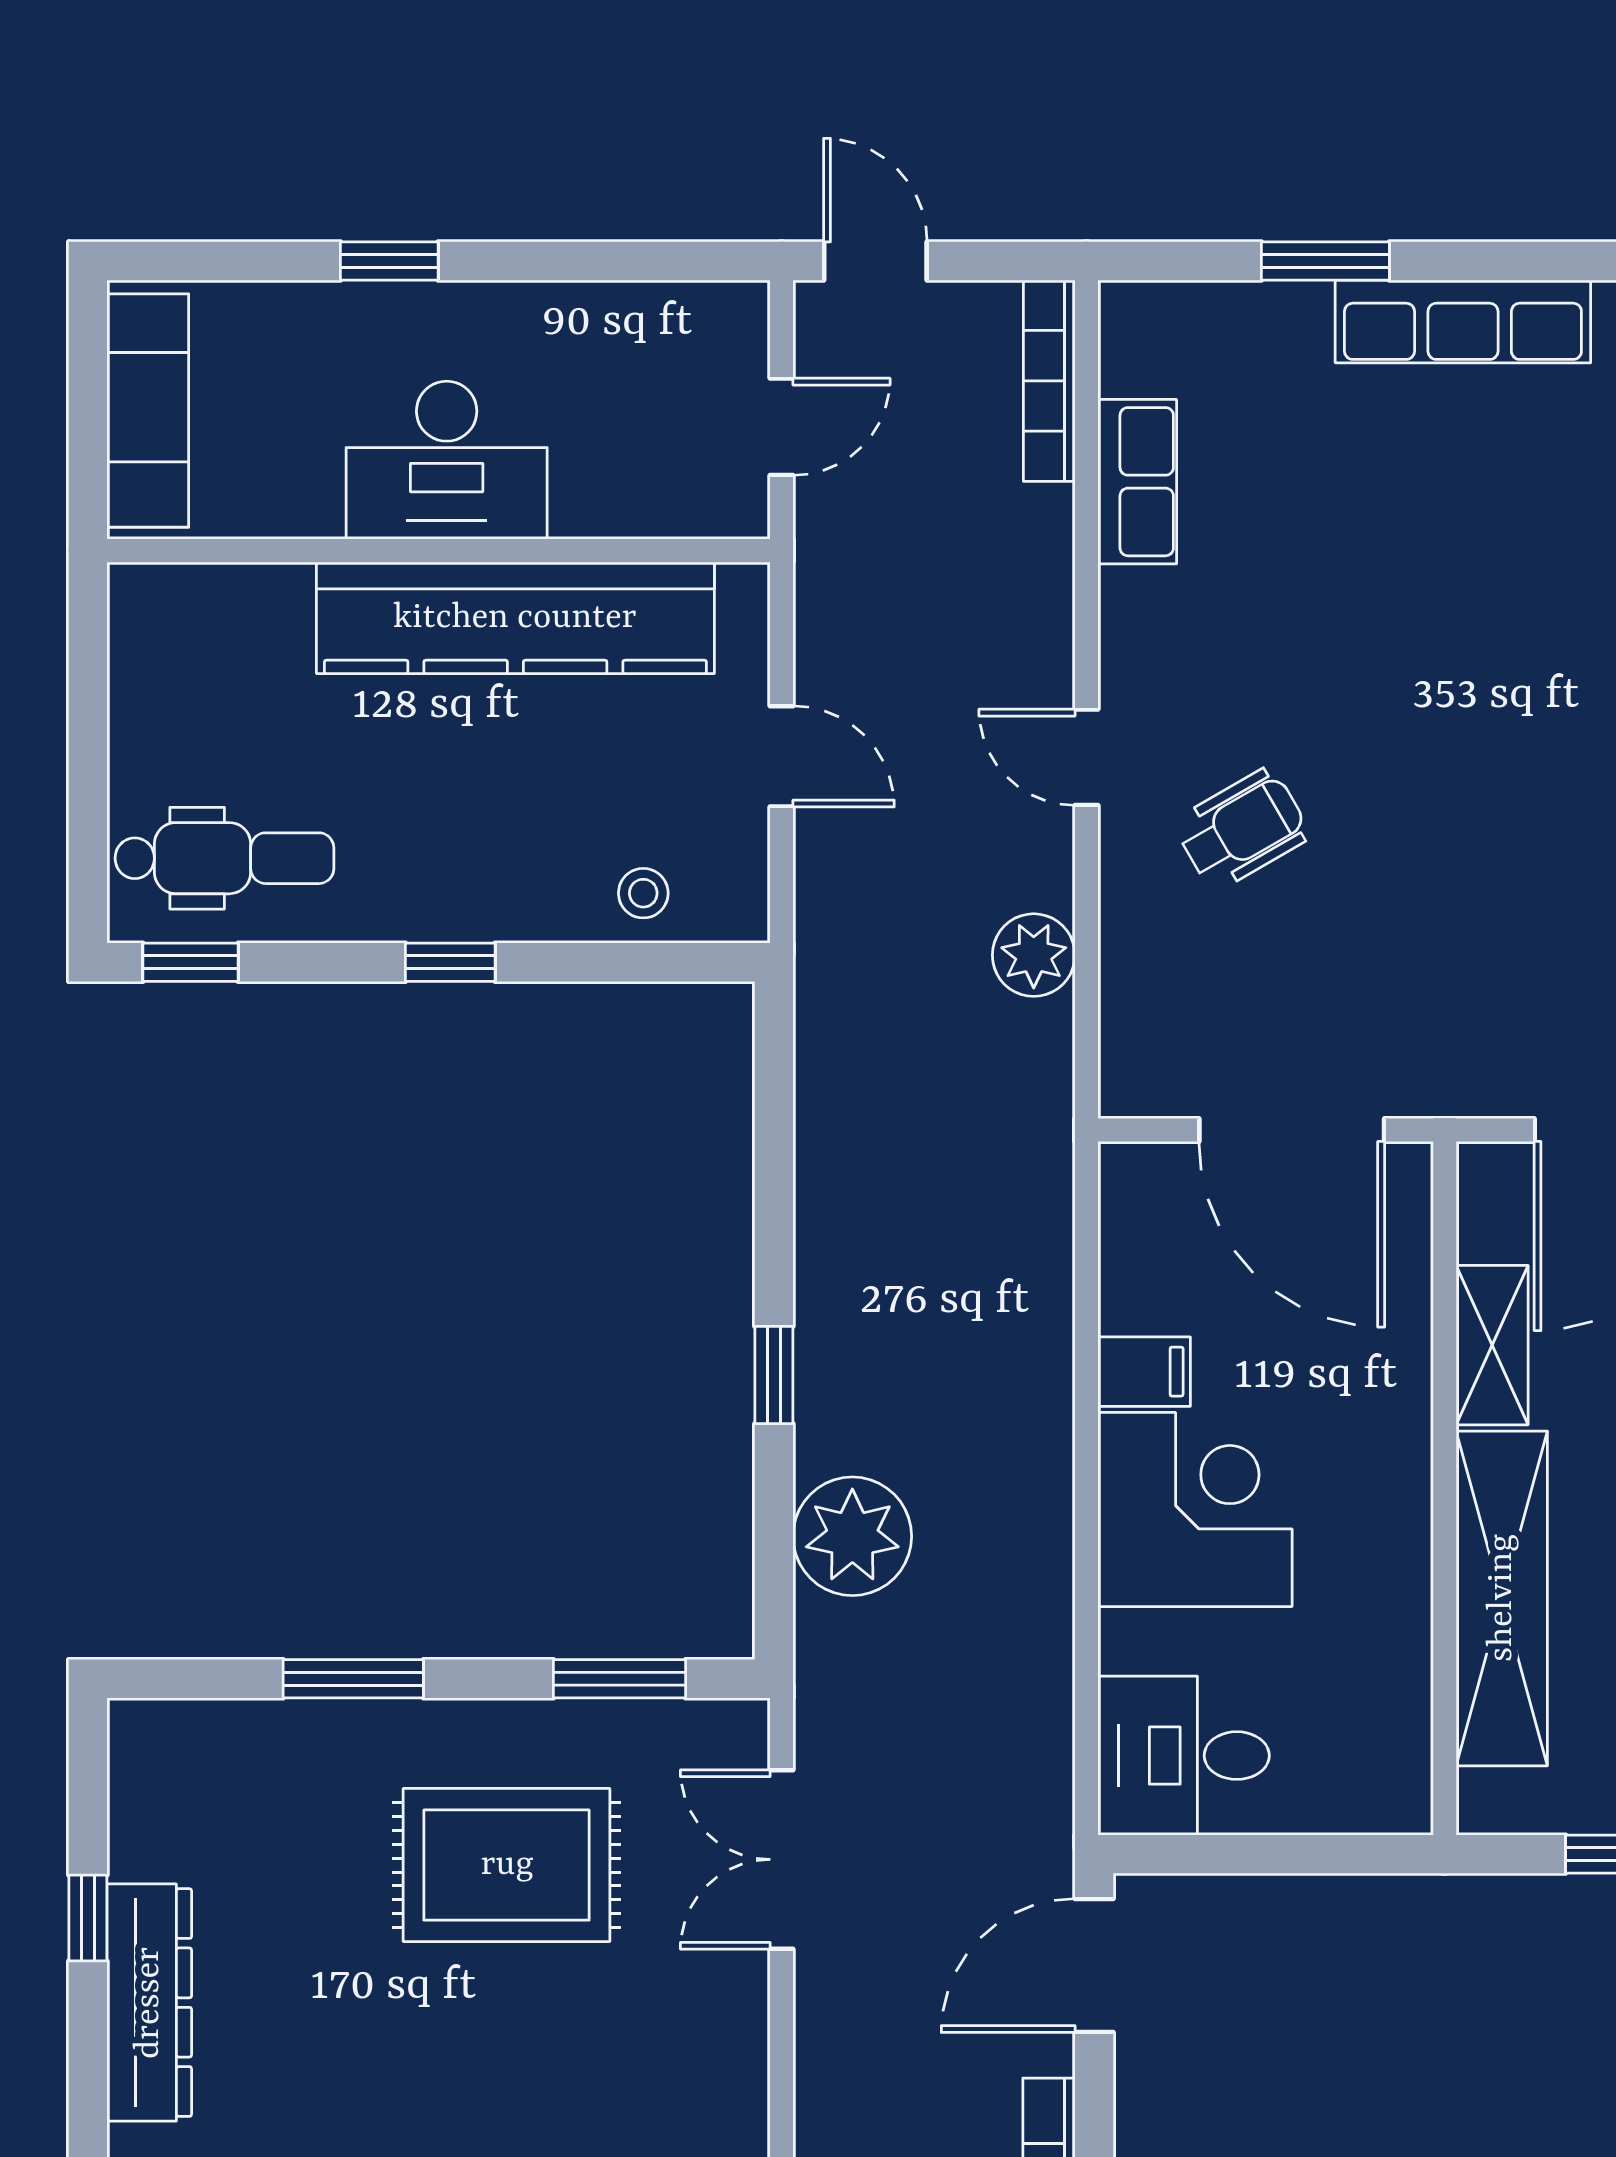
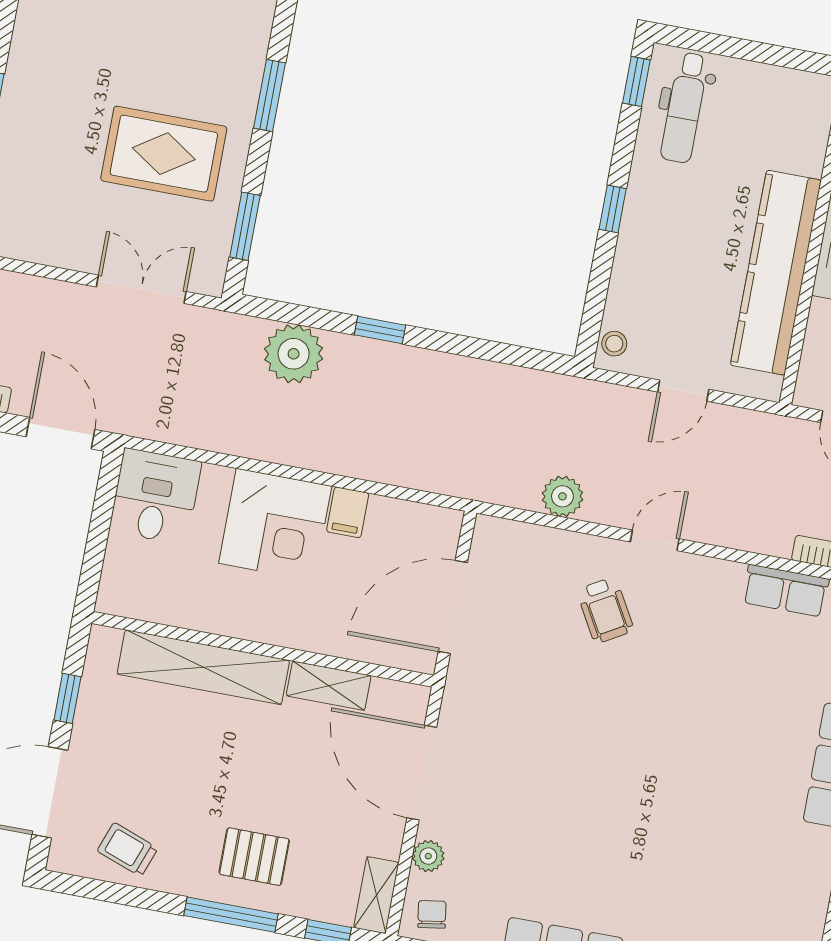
stool: (643, 893) -> (614, 344), moved
rug: (507, 1865) -> (164, 154), turned 90

